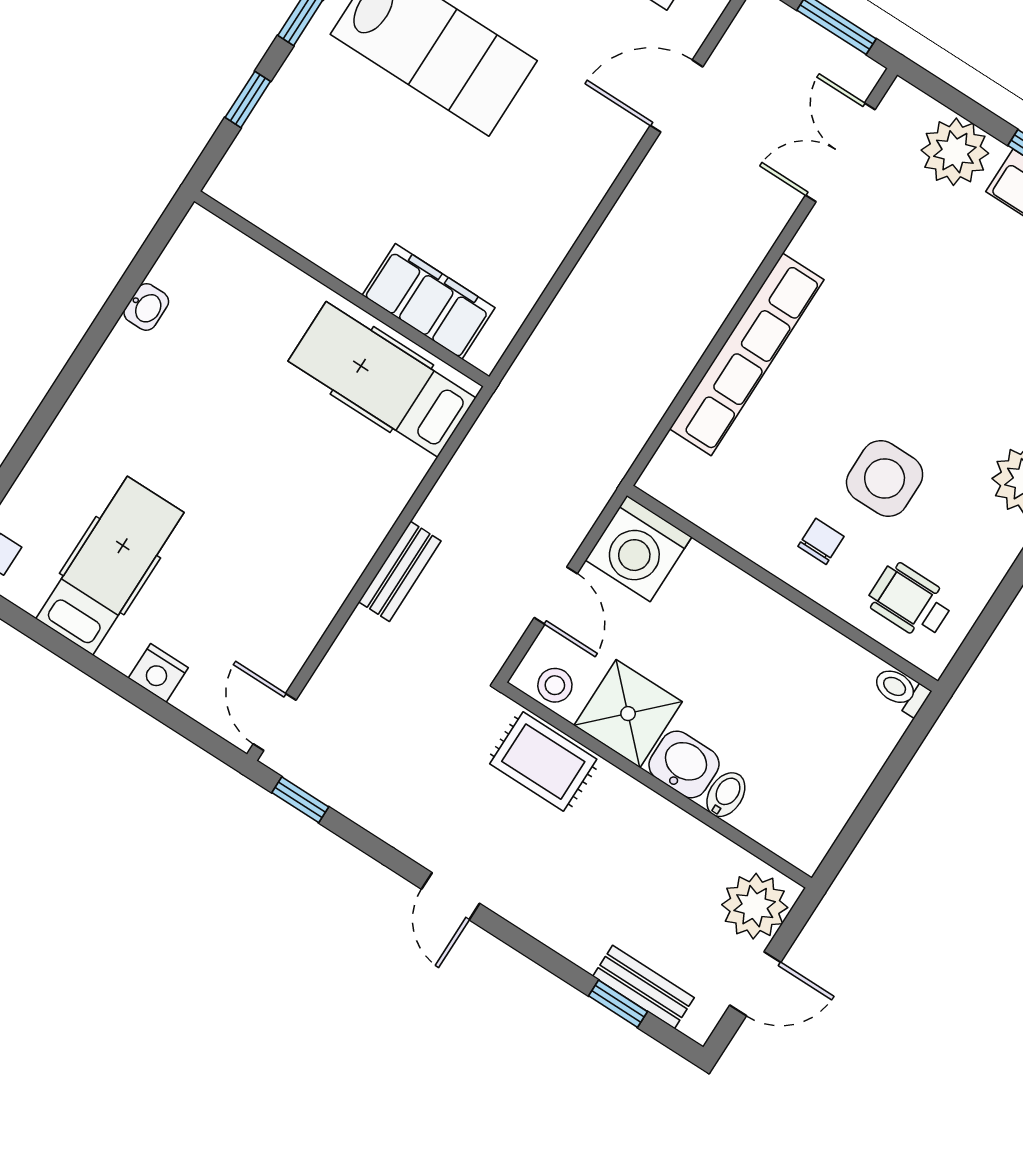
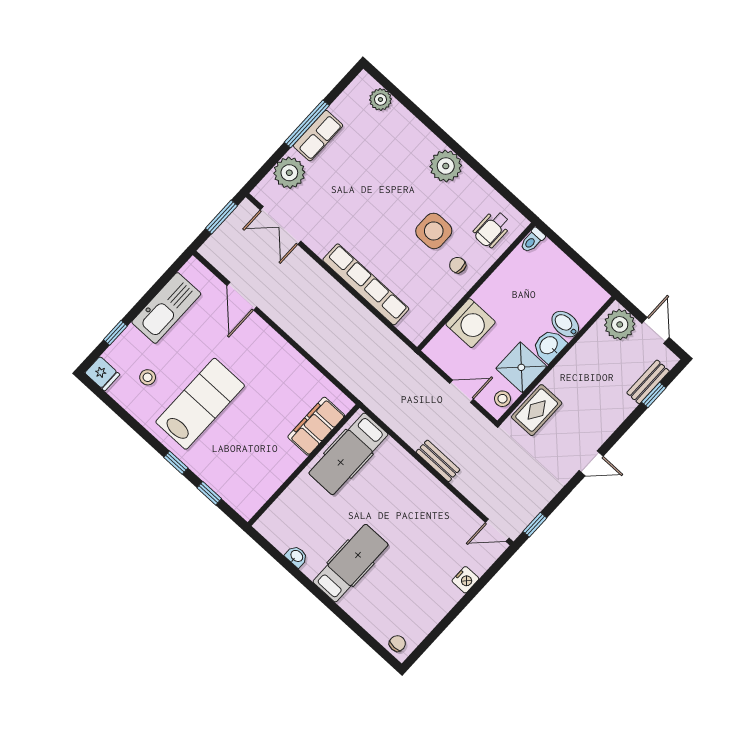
washing machine: (639, 549) -> (471, 323), moved
hospital bed: (110, 566) -> (351, 563), moved, turned 90
bidet: (726, 795) -> (565, 324), width x1.38, depth x1.36

